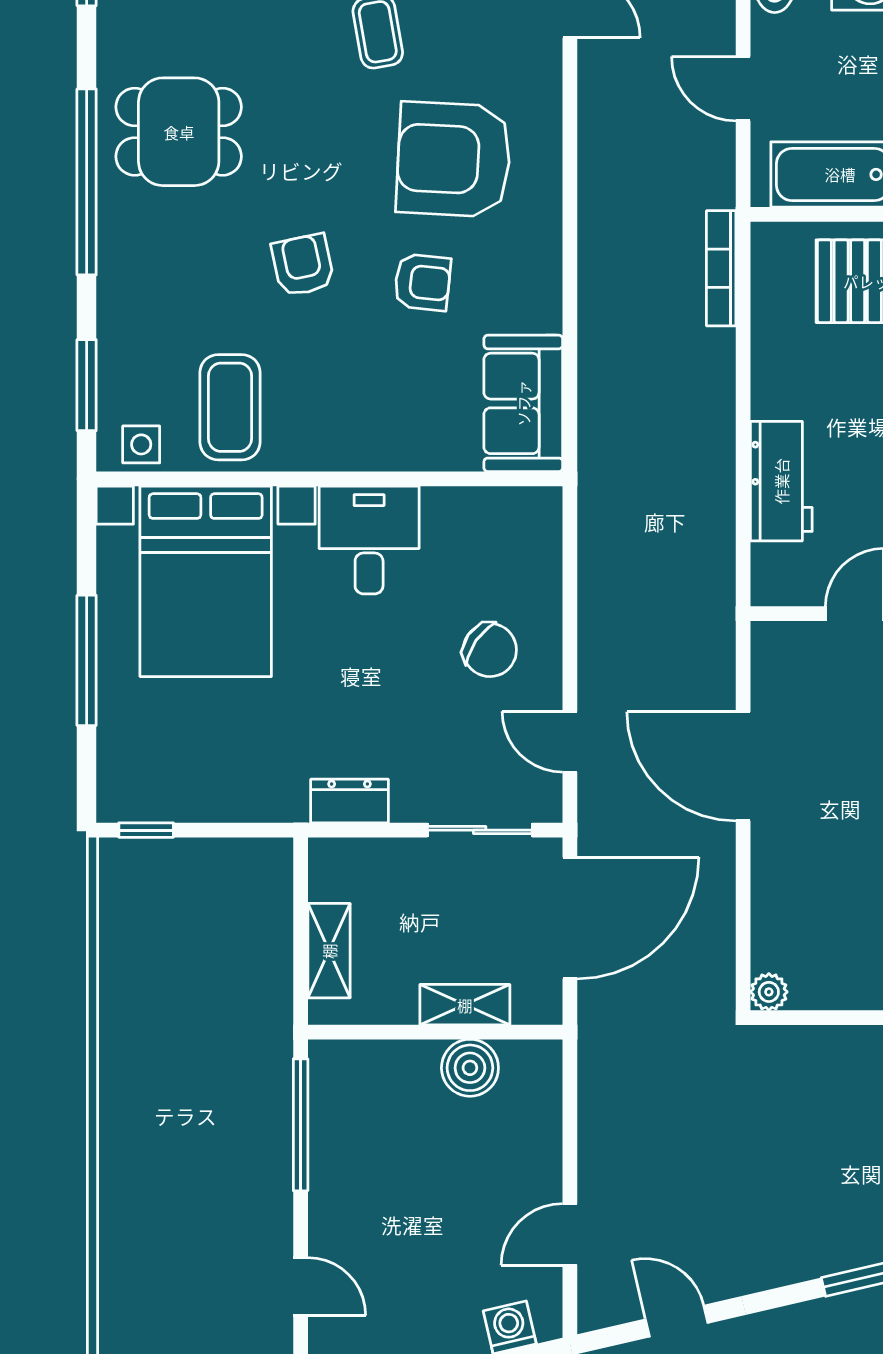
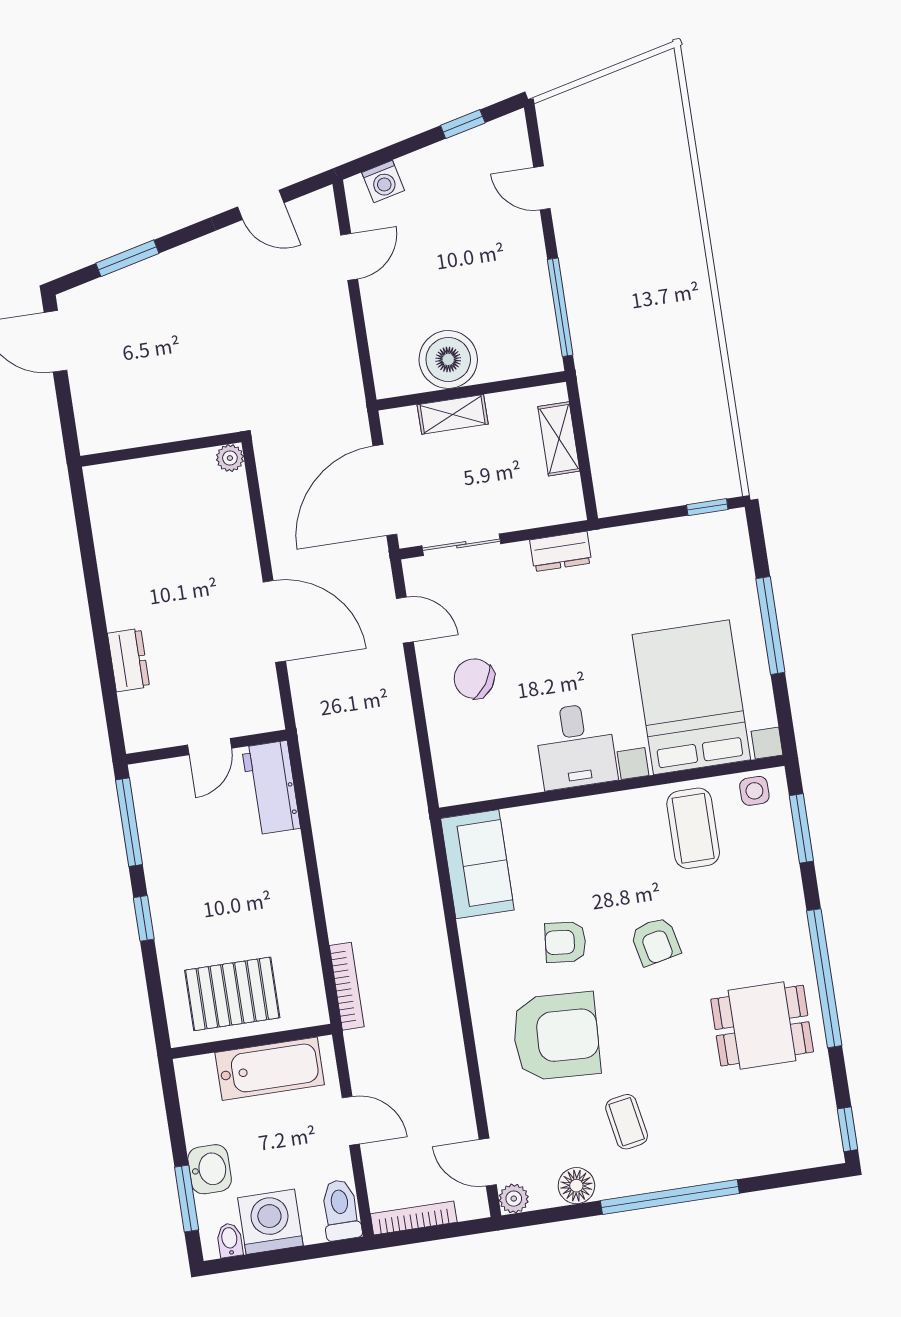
workbench: (781, 481) -> (271, 788), moved
boiler: (470, 1068) -> (448, 359), width x1.37, depth x1.37

